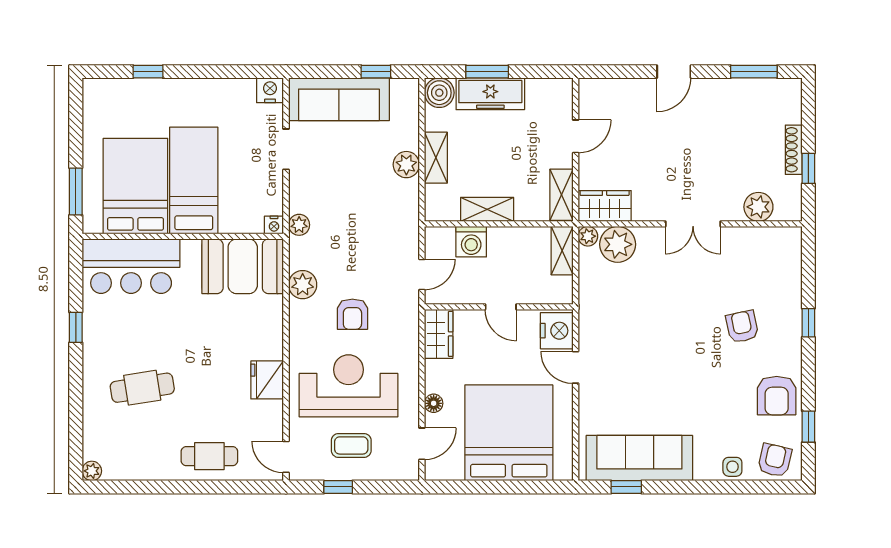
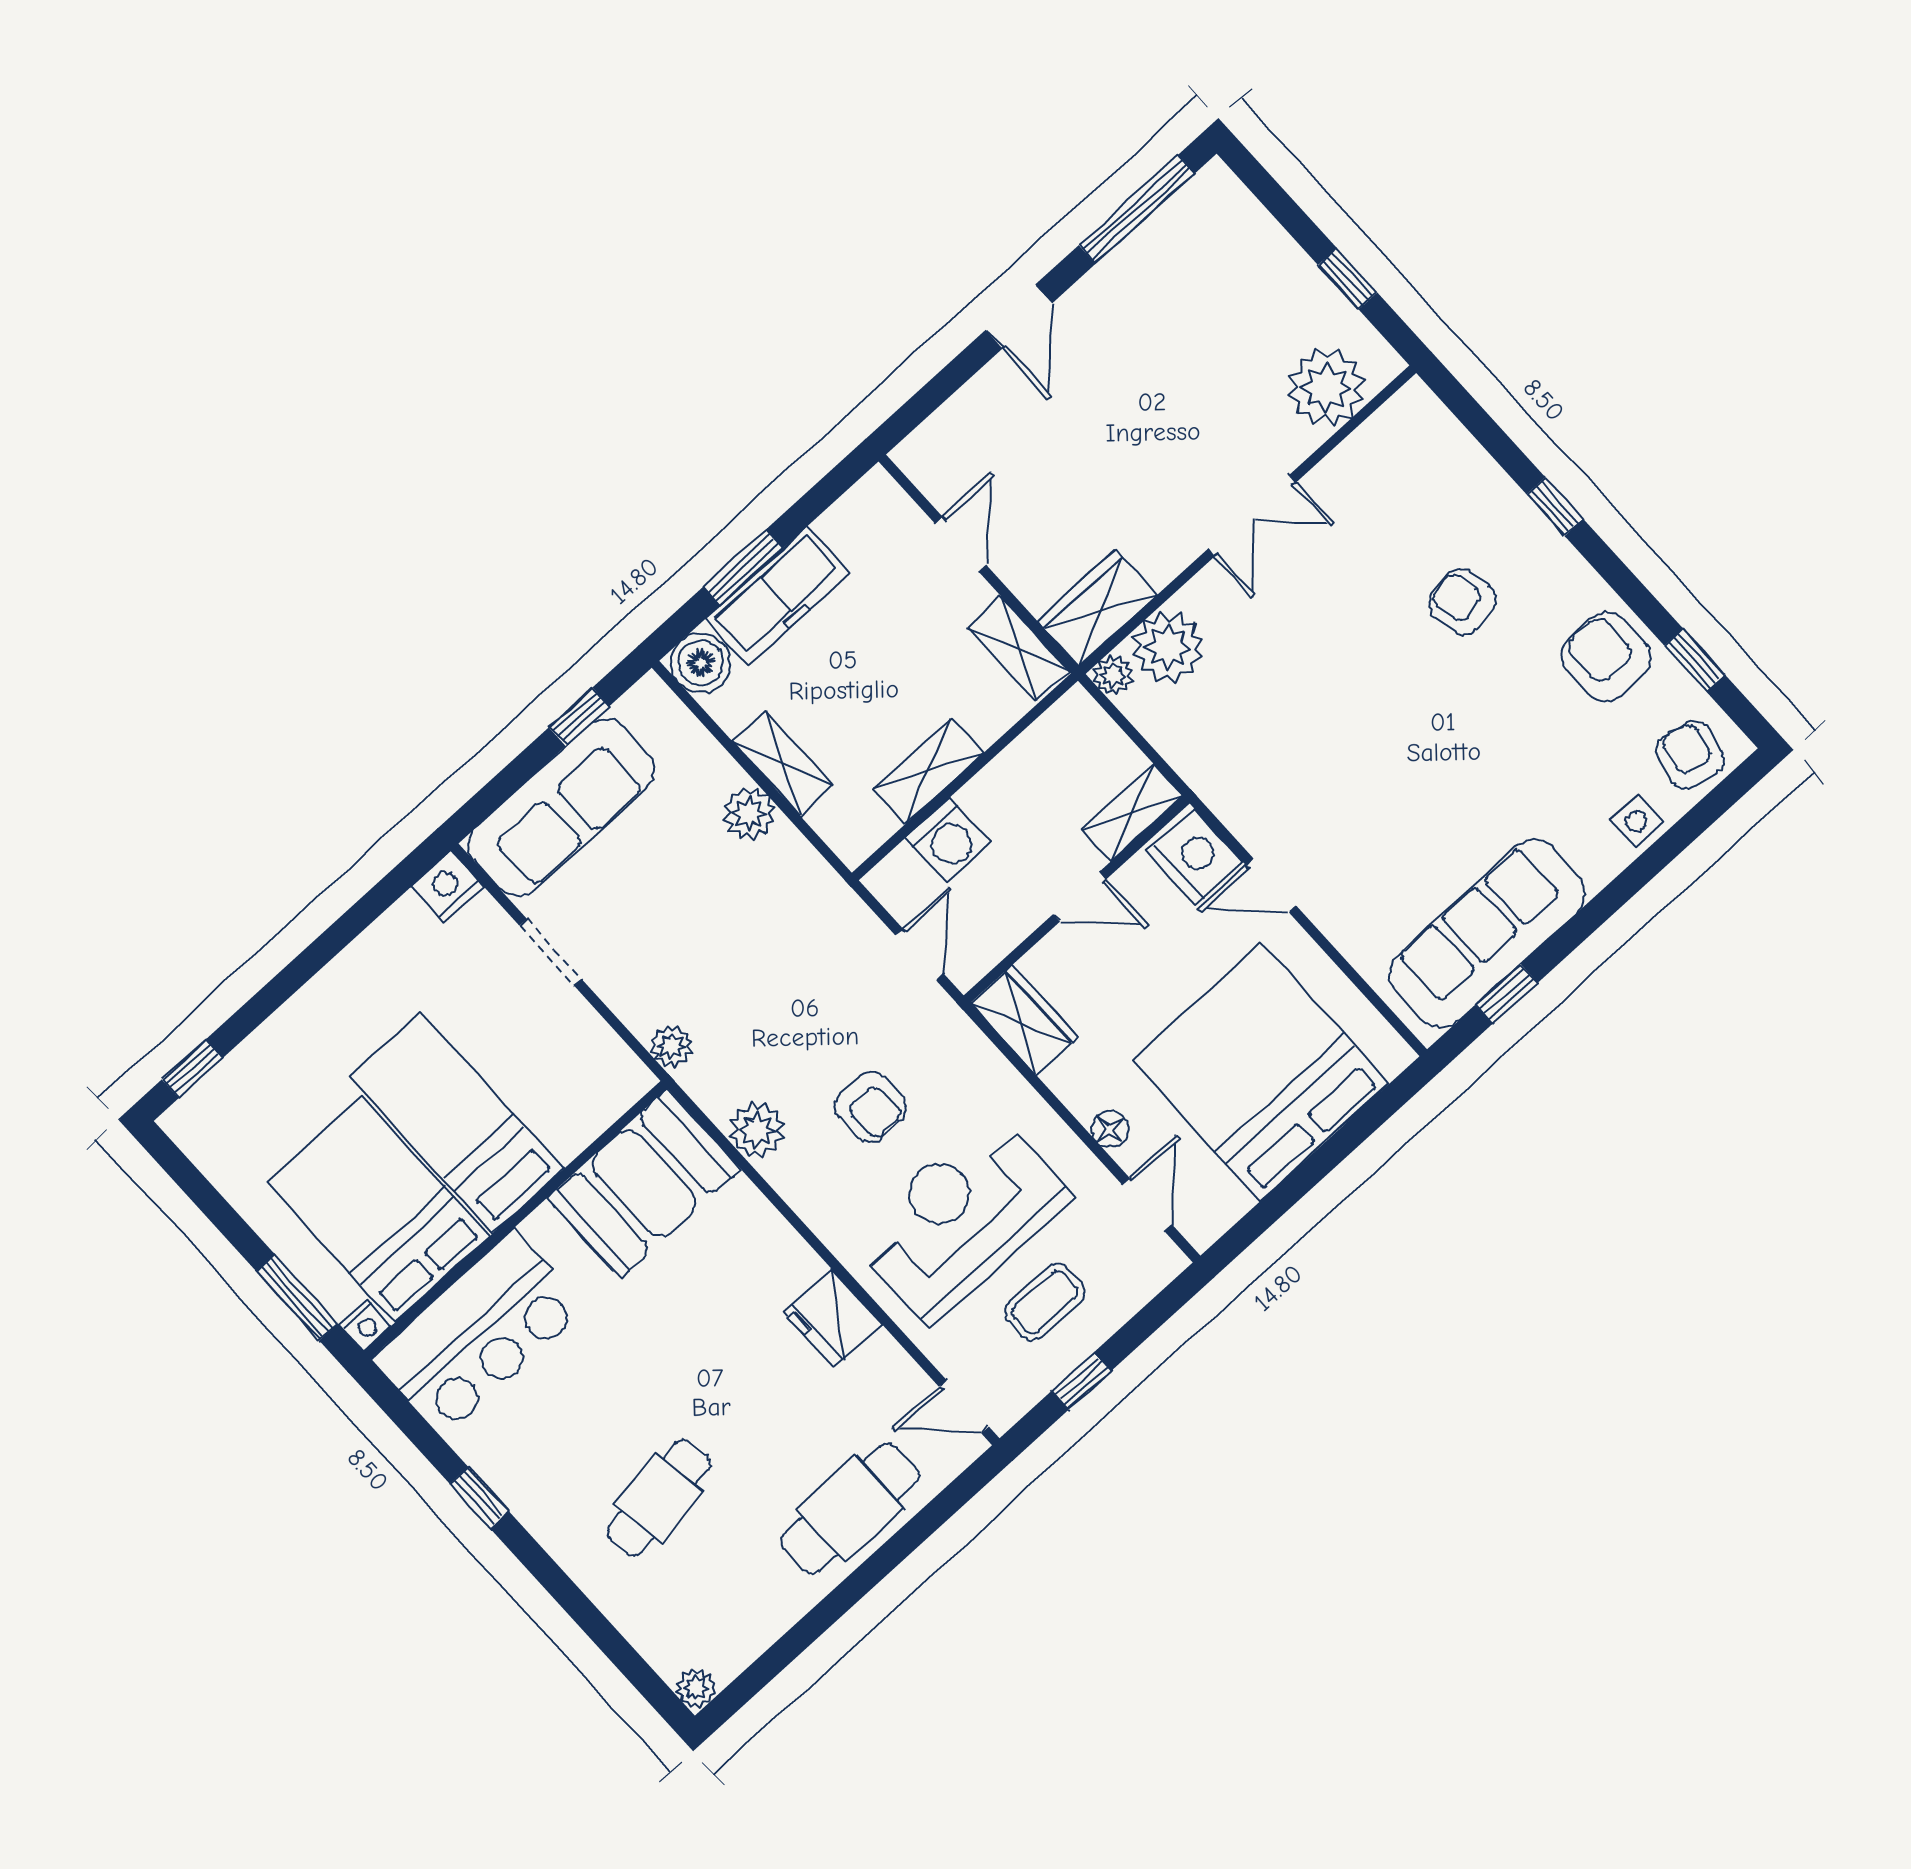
window: (148, 72) -> (192, 1069), moved
window: (754, 72) -> (1137, 209), width x1.44
shoe rack: (794, 150) -> (1301, 271), removed
plant: (758, 207) -> (1326, 388), width x1.36, depth x1.36
nightstand: (274, 225) -> (365, 1325), moved
shelving: (562, 251) -> (1132, 812), moved, turned 90
armchair: (777, 396) -> (1606, 657), turned 180
cafe table: (209, 456) -> (850, 1508), width x1.37, depth x1.35

